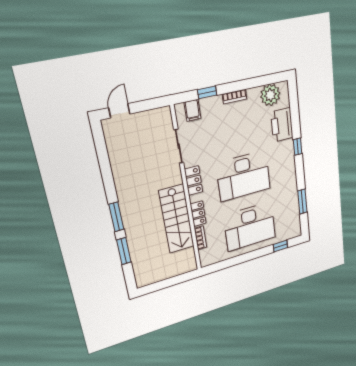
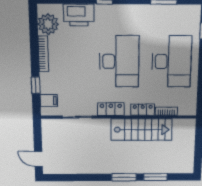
bookcase: (235, 97) -> (43, 54), width x1.56

